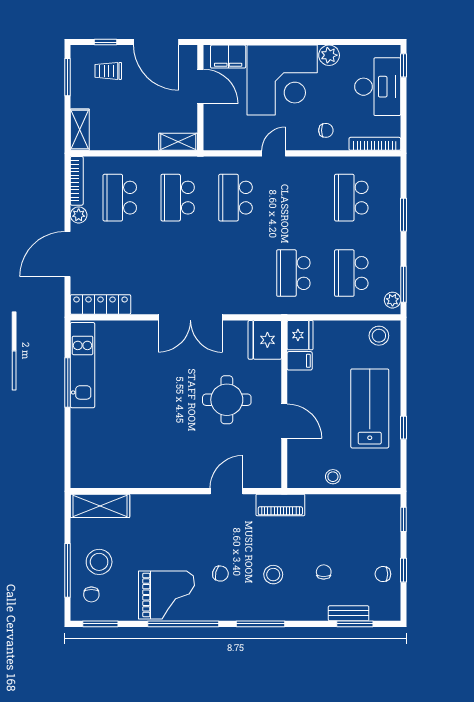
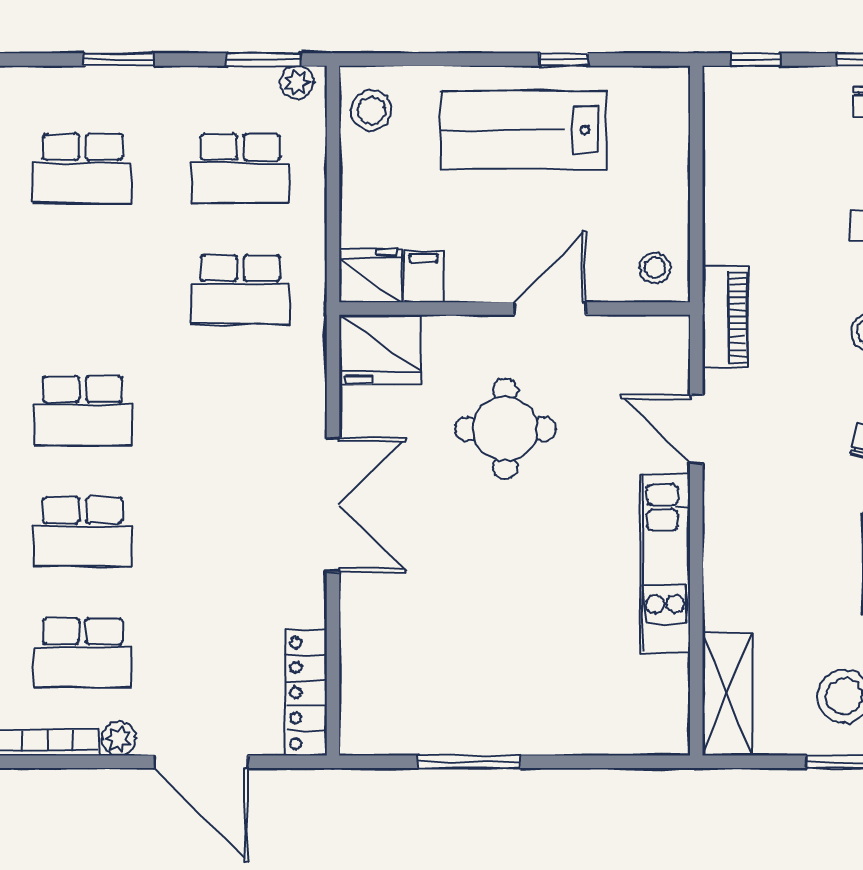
kitchen unit: (83, 365) -> (665, 563), moved, turned -90
stool: (333, 477) -> (655, 268), moved

